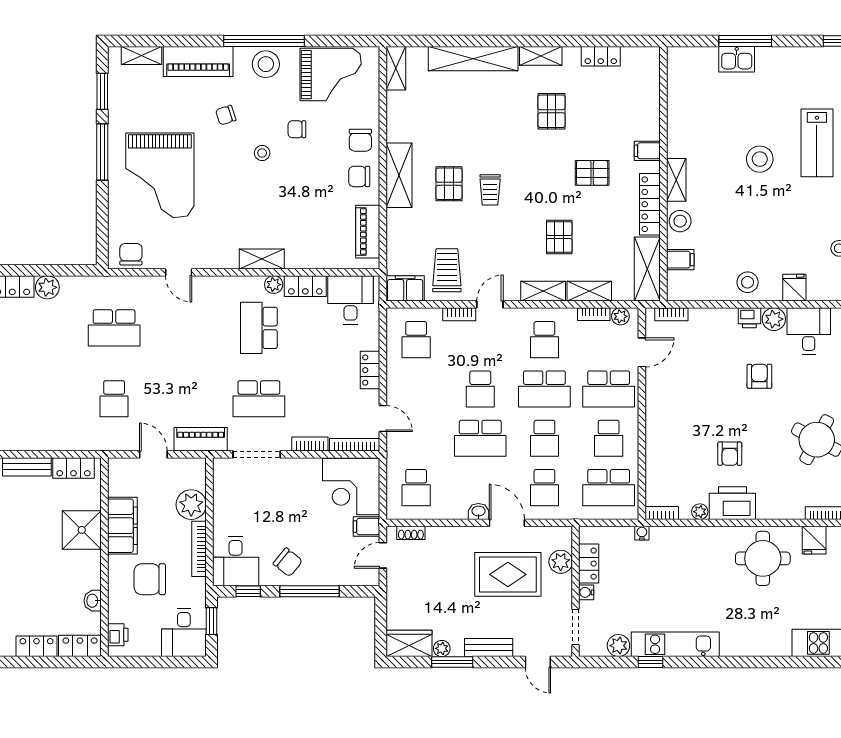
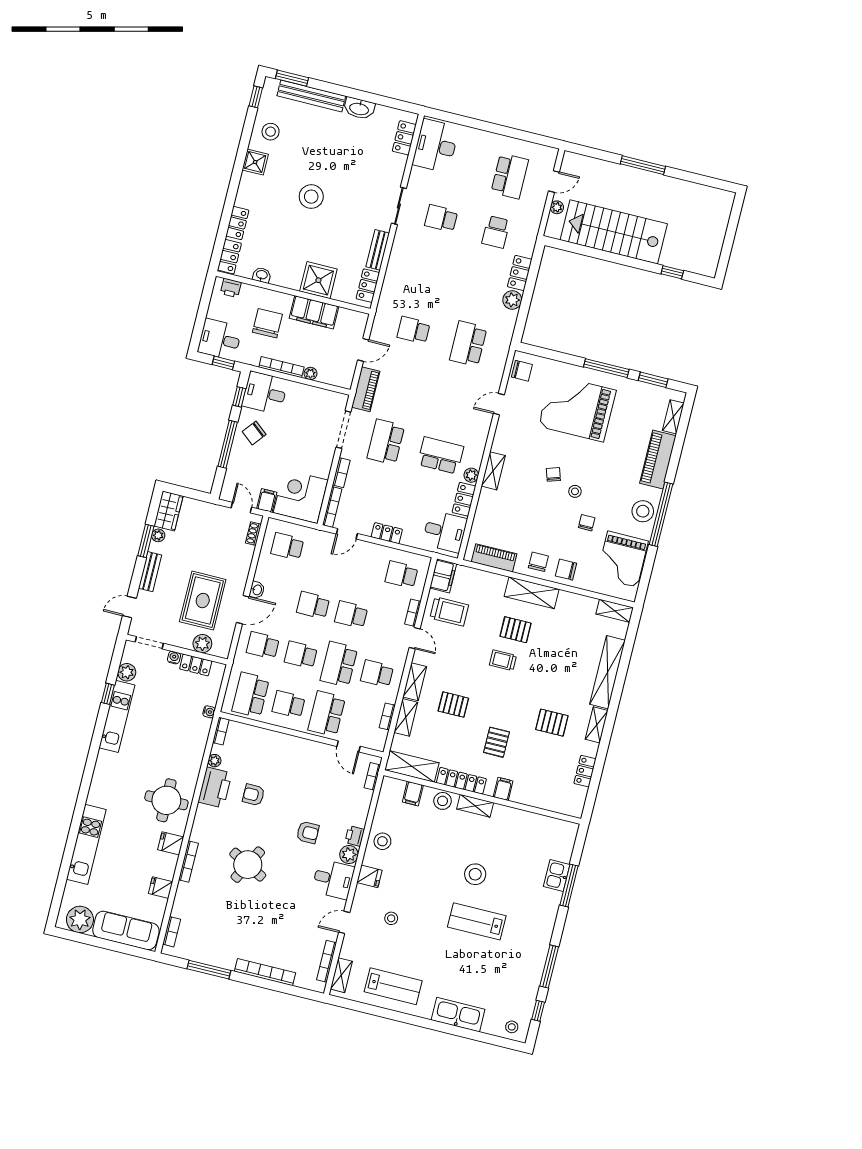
chair: (226, 115) -> (553, 474), moved
plant: (620, 316) -> (380, 737), removed
school desk: (480, 438) -> (313, 605), width x0.54
plant: (191, 505) -> (310, 374), width x0.53, depth x0.53

